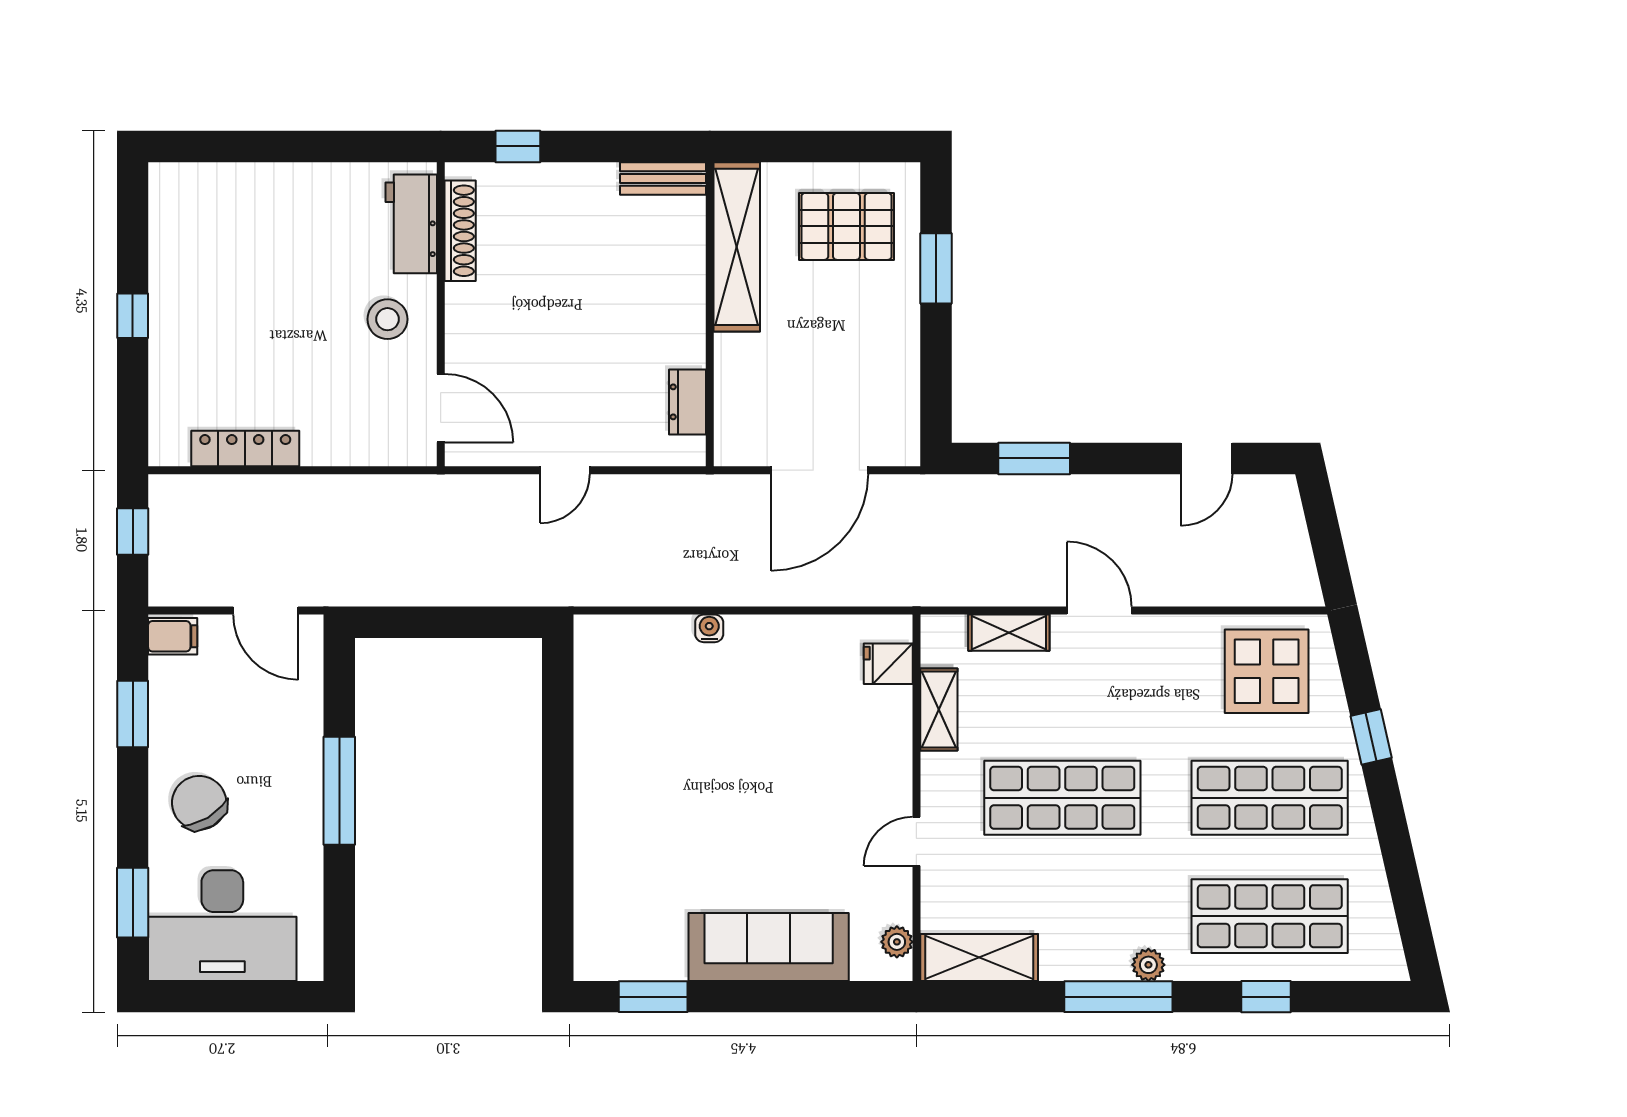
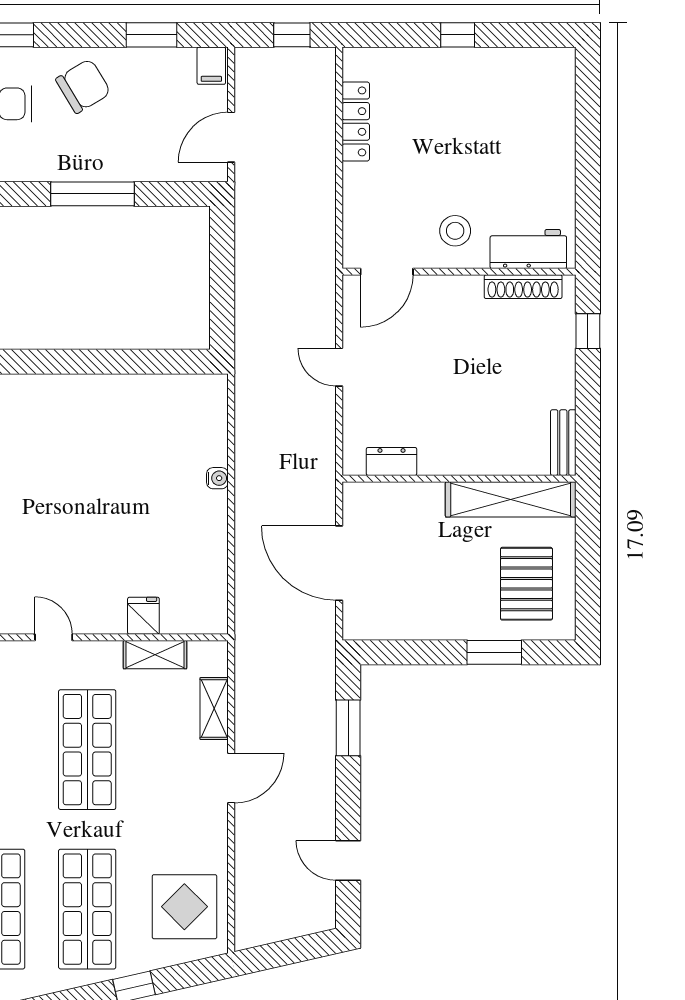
fridge: (888, 664) -> (143, 616), moved

